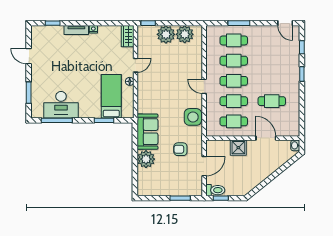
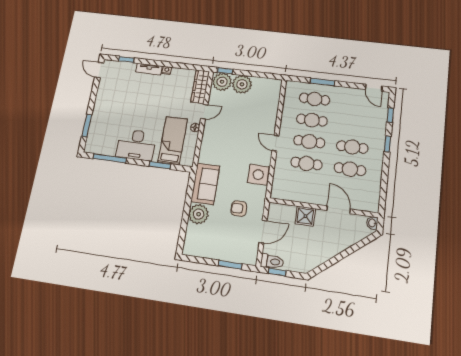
plant: (185, 34) -> (222, 82), moved
wardrobe: (128, 36) -> (200, 87), width x1.50
door: (29, 56) -> (99, 70), moved
desk: (61, 105) -> (136, 145), moved
cafe table: (234, 121) -> (352, 147), moved

